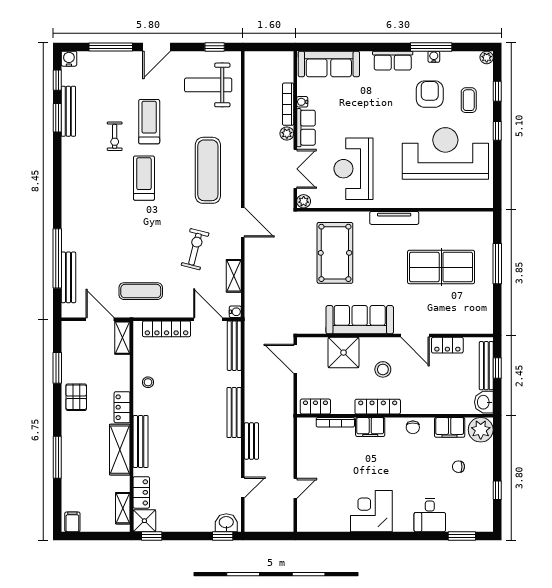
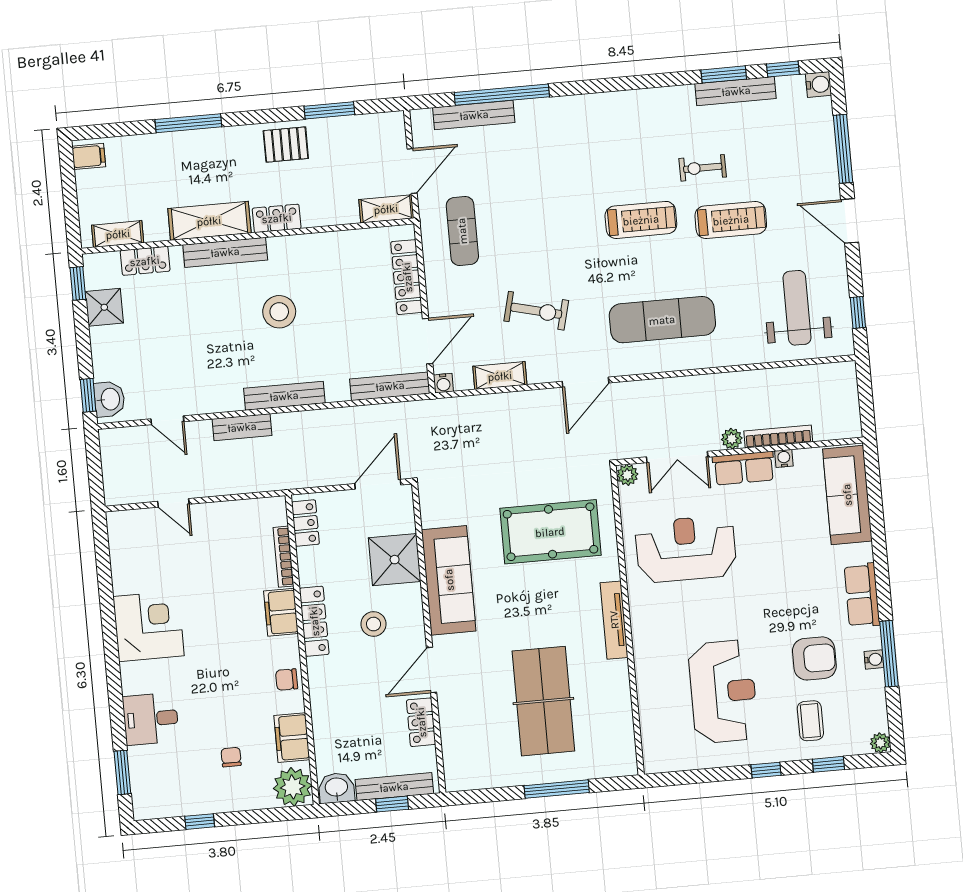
coffee table: (469, 100) -> (810, 721), turned 90
reception desk: (445, 153) -> (723, 692), width x0.74, depth x0.77
stool: (148, 382) -> (279, 312), moved, width x1.89, depth x1.89
shower: (144, 521) -> (104, 307), moved

